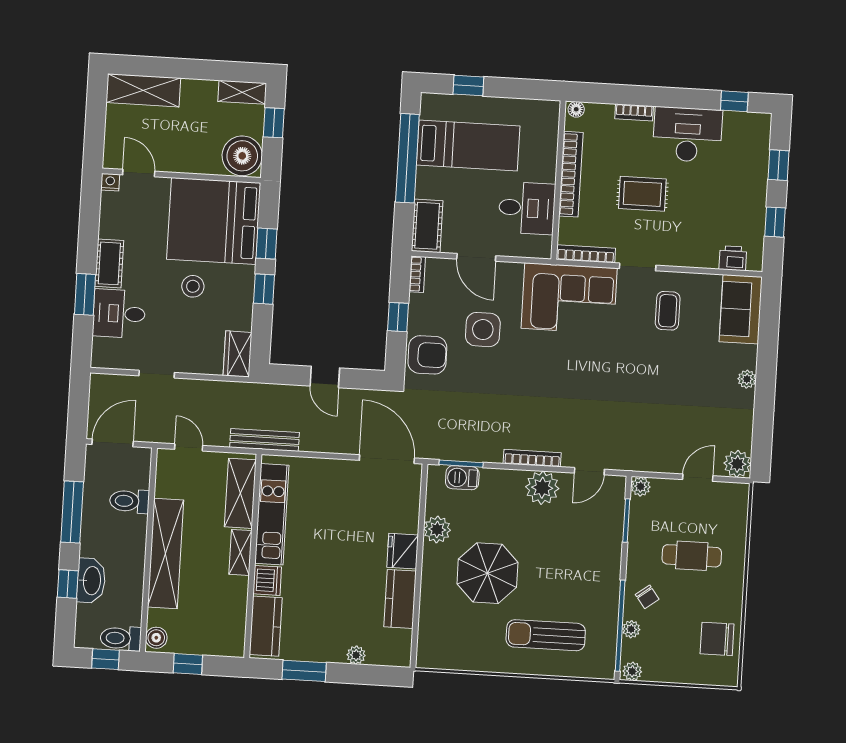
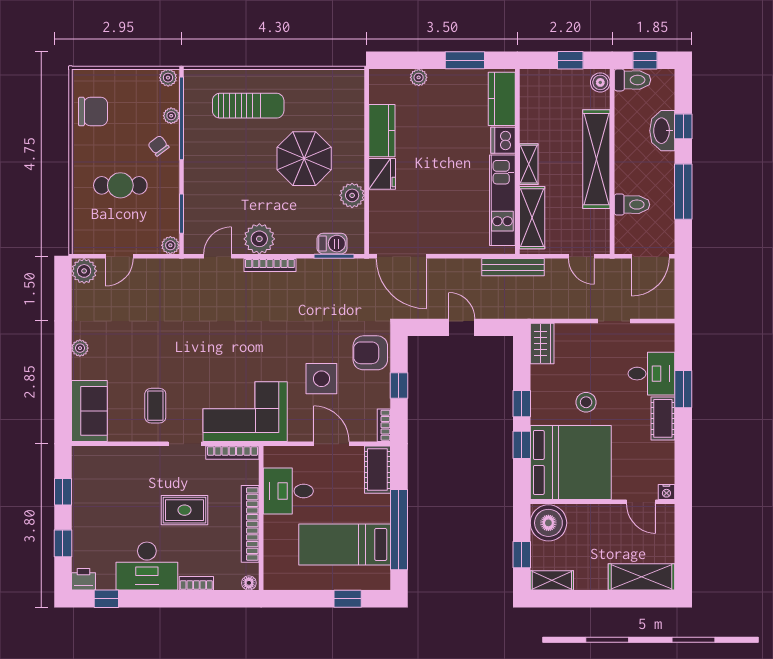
printer: (733, 258) -> (84, 579), moved, turned 180

